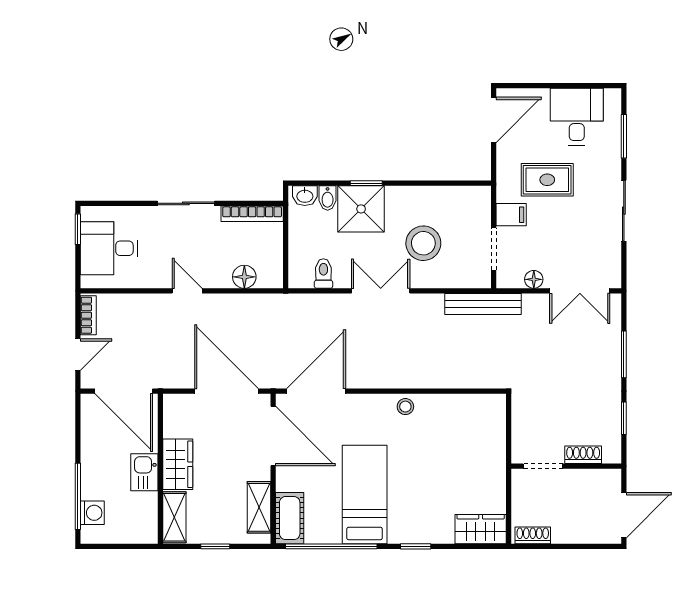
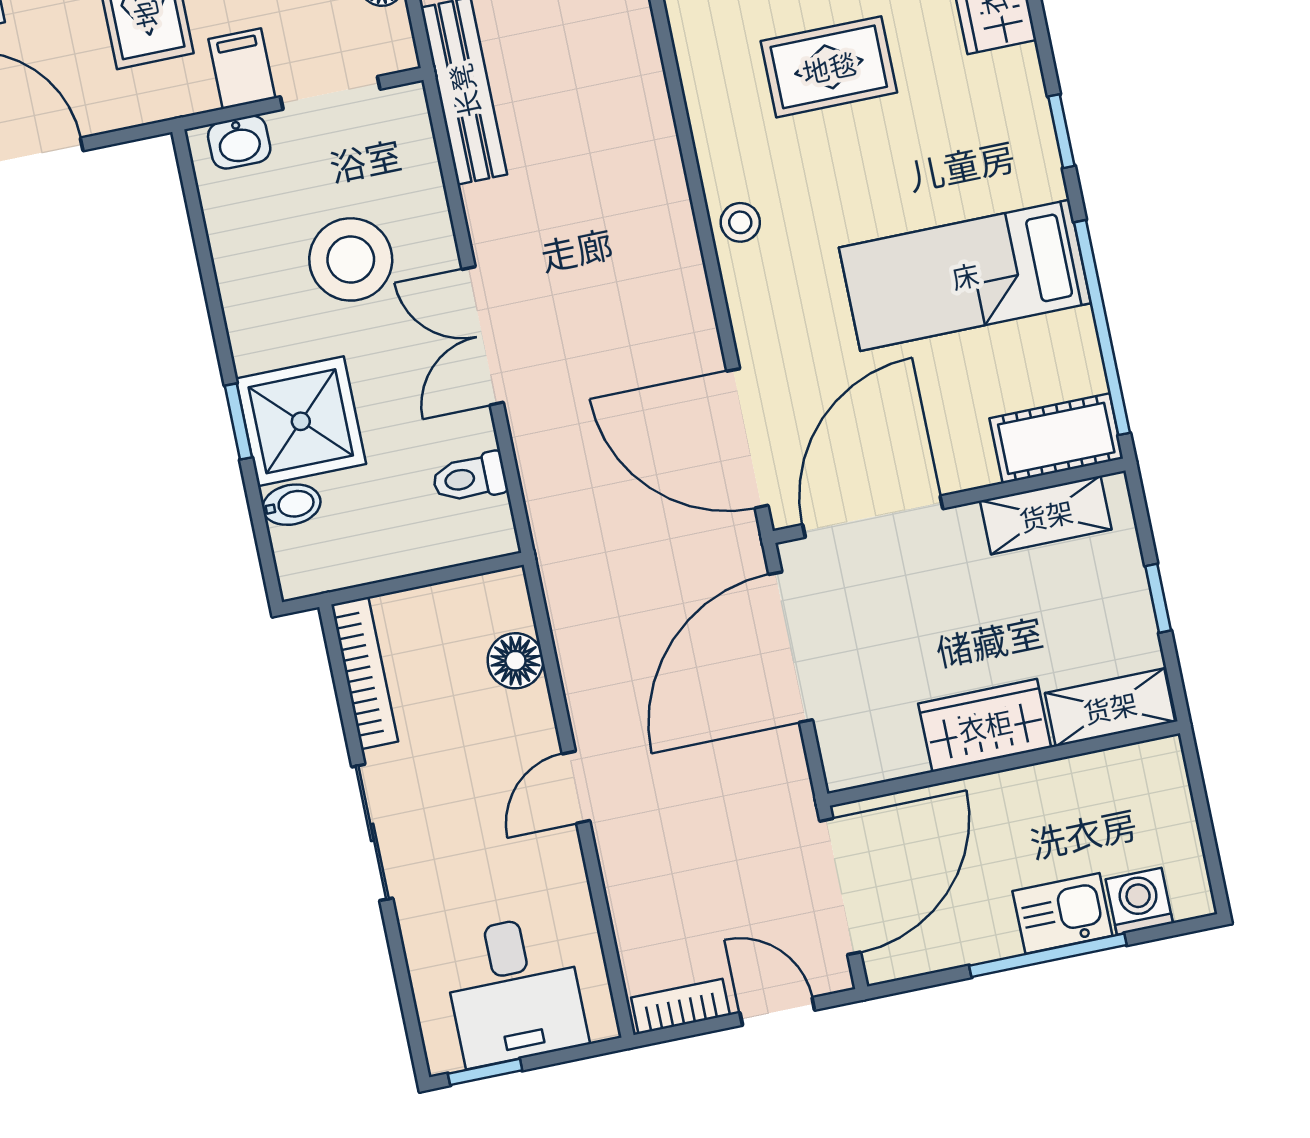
washbasin: (305, 196) -> (239, 142), moved, turned 90
rug: (462, 456) -> (829, 67), added
kitchen sink: (144, 472) -> (1062, 913), moved, turned 180
window: (78, 496) -> (1048, 955), moved

